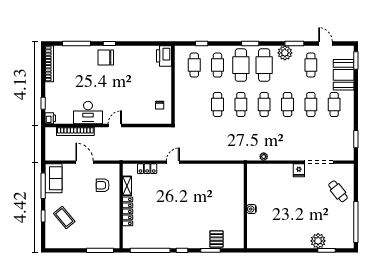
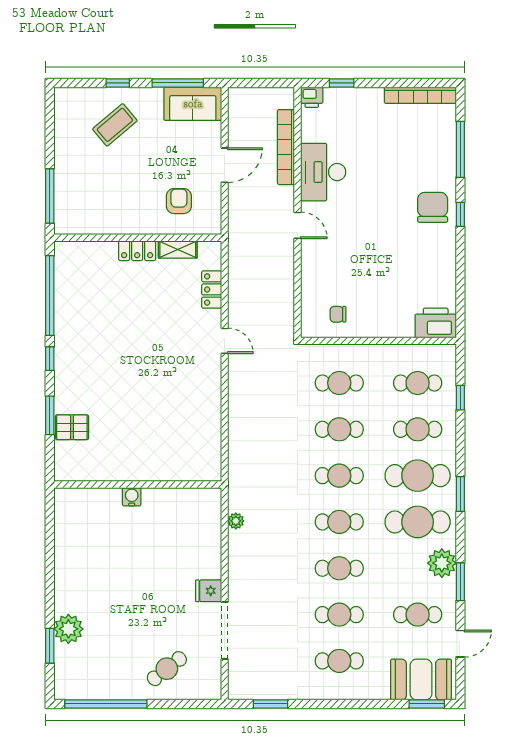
booth: (344, 75) -> (421, 680), moved
cafe table: (194, 104) -> (339, 383), added
locker: (128, 211) -> (137, 251), width x0.66

